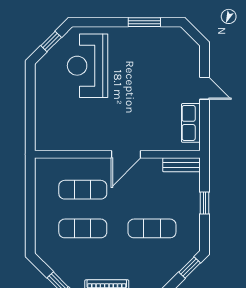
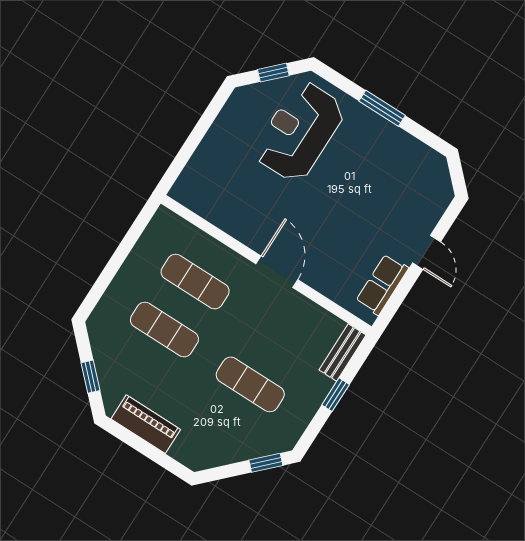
window: (144, 22) -> (382, 108), moved
door: (126, 154) -> (277, 272), swing flipped
bench: (182, 165) -> (343, 352), moved, turned 90

